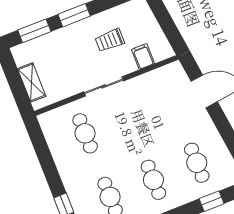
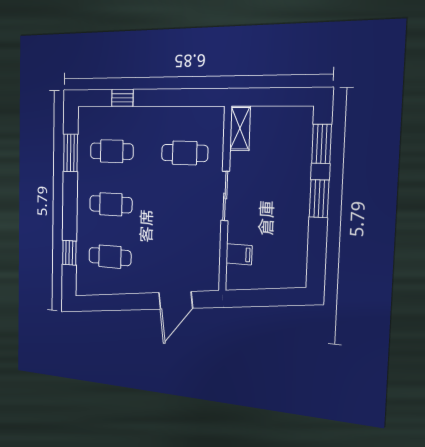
trolley: (110, 40) -> (273, 226), removed
shelving: (32, 82) -> (240, 128), moved, turned 90

